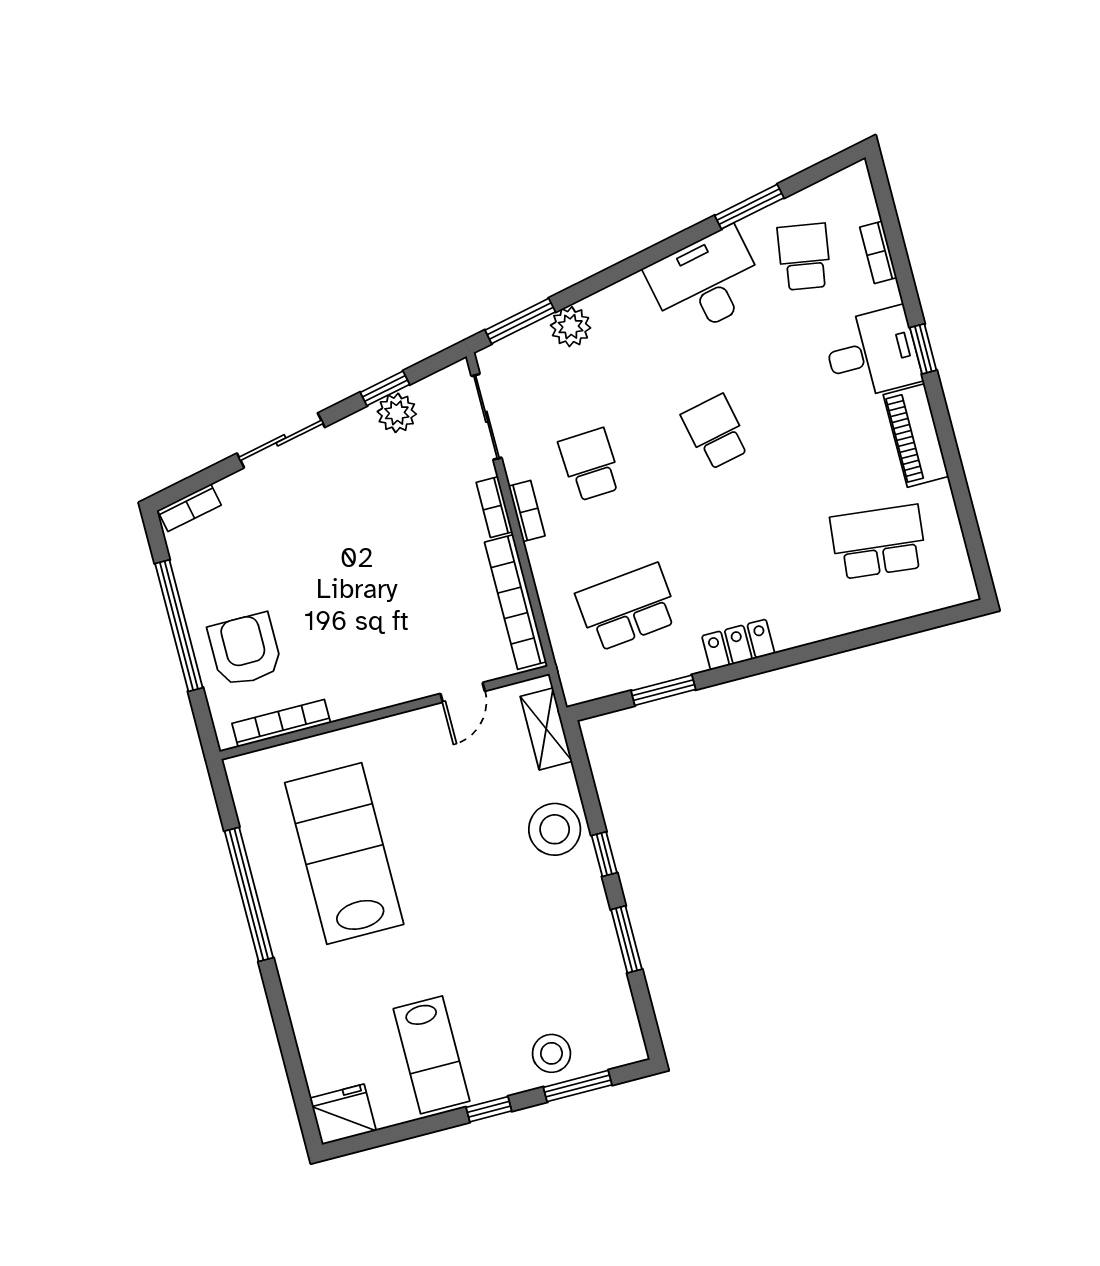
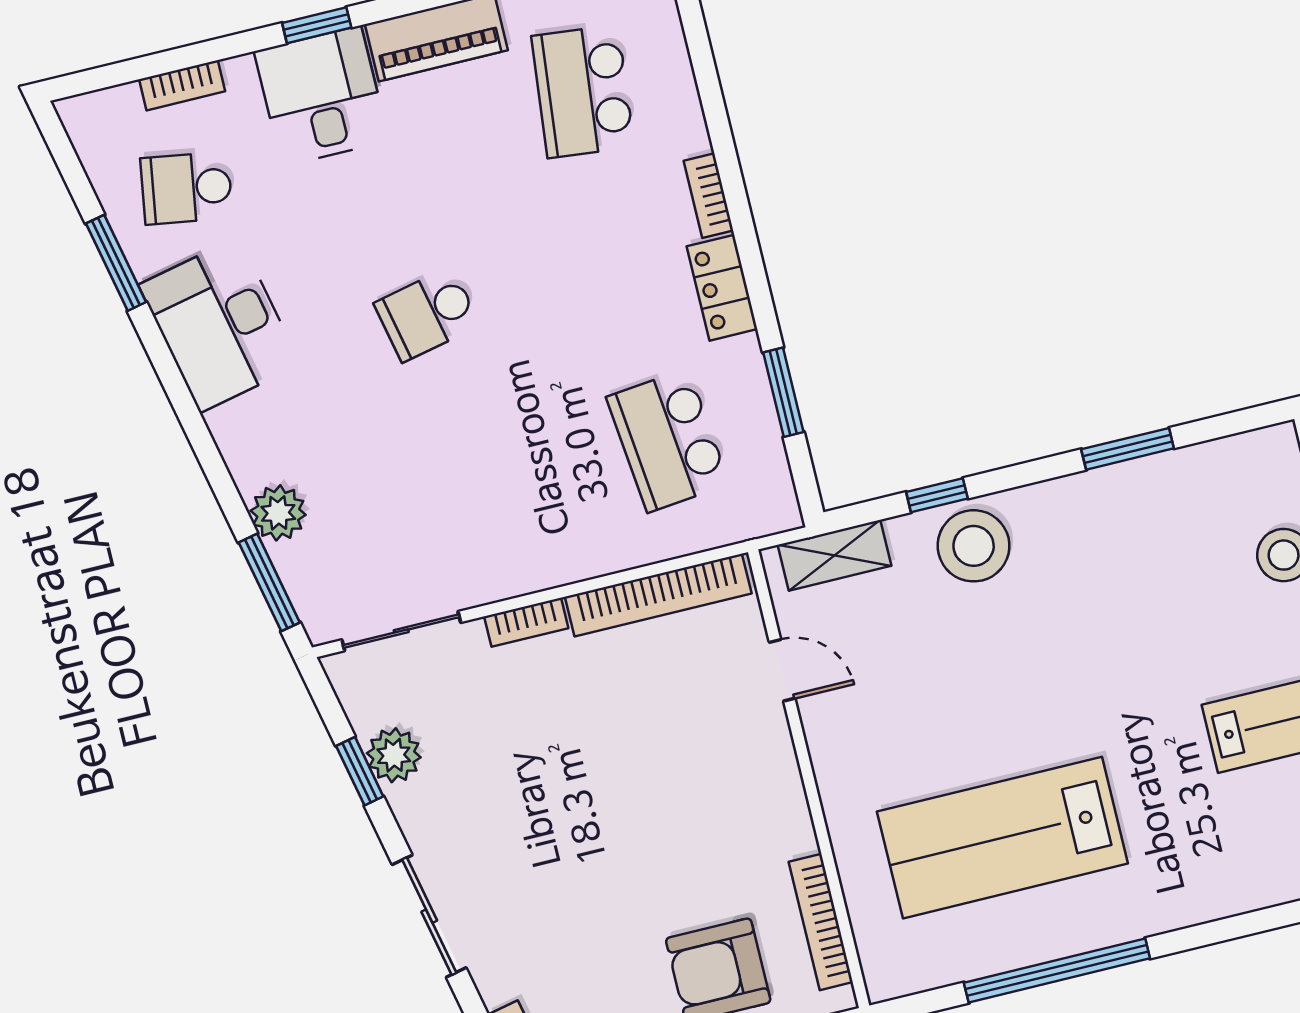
school desk: (590, 465) -> (470, 489), removed
bookcase: (527, 511) -> (708, 196), moved, turned -90
window: (604, 854) -> (937, 495), moved

